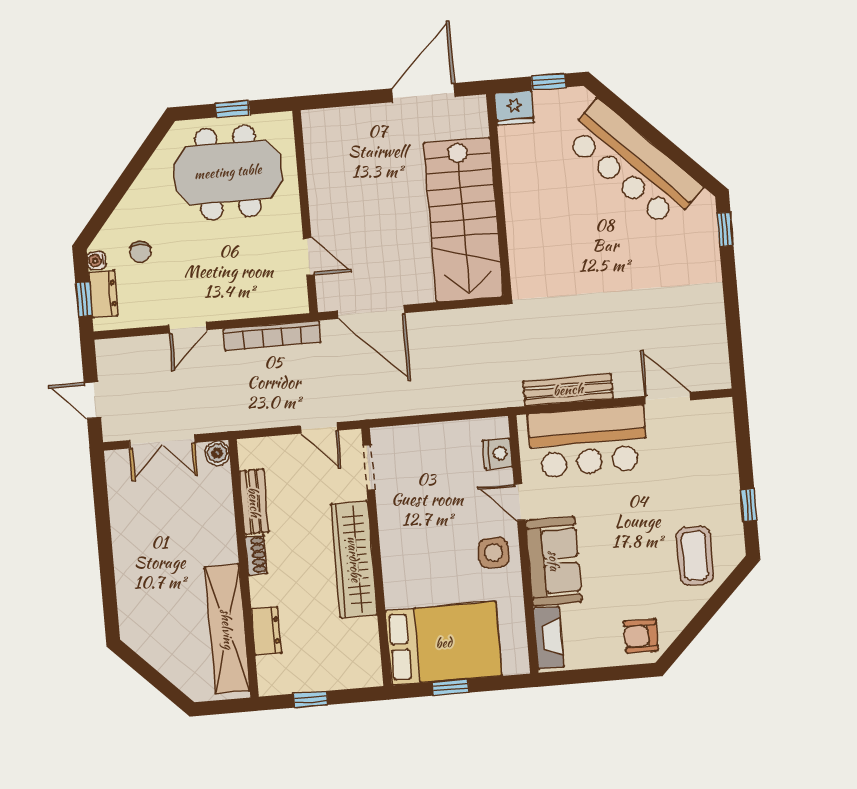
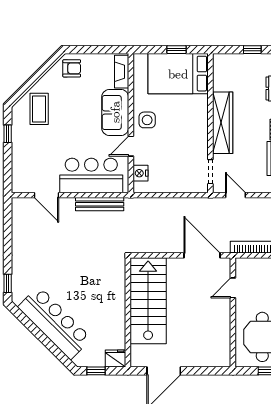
door: (309, 257) -> (233, 288), hinge flipped
door: (520, 502) -> (131, 146), swing flipped

